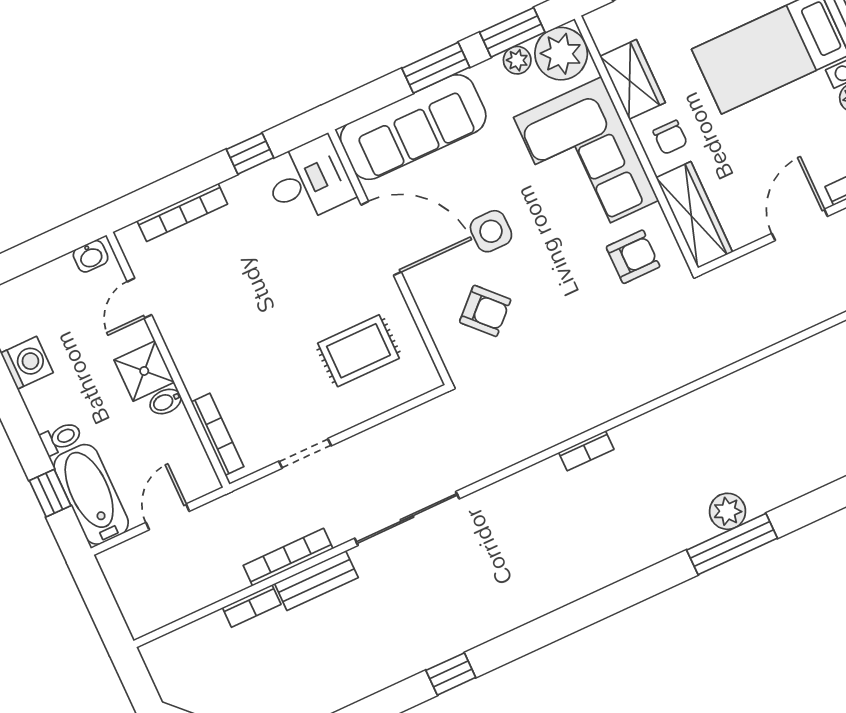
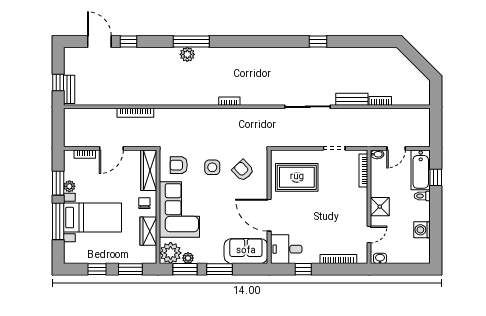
sofa: (413, 127) -> (246, 251), width x0.73
side table: (491, 231) -> (212, 167), moved
rug: (358, 351) -> (297, 177), width x1.36, depth x1.43
bidet: (166, 401) -> (377, 154), moved
bookcase: (288, 557) -> (135, 113), moved

